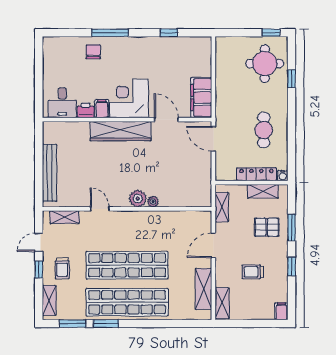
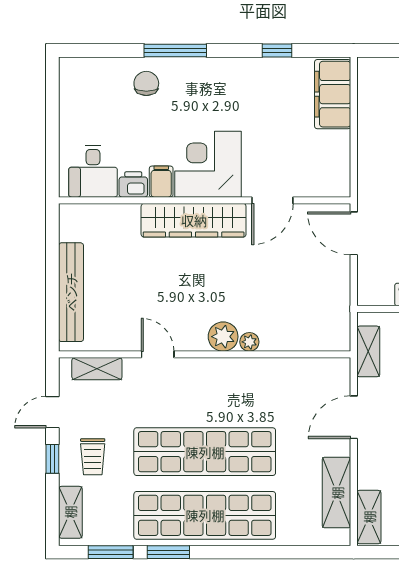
filing cabinet: (201, 98) -> (333, 94), moved
door: (166, 120) -> (272, 200), swing flipped

